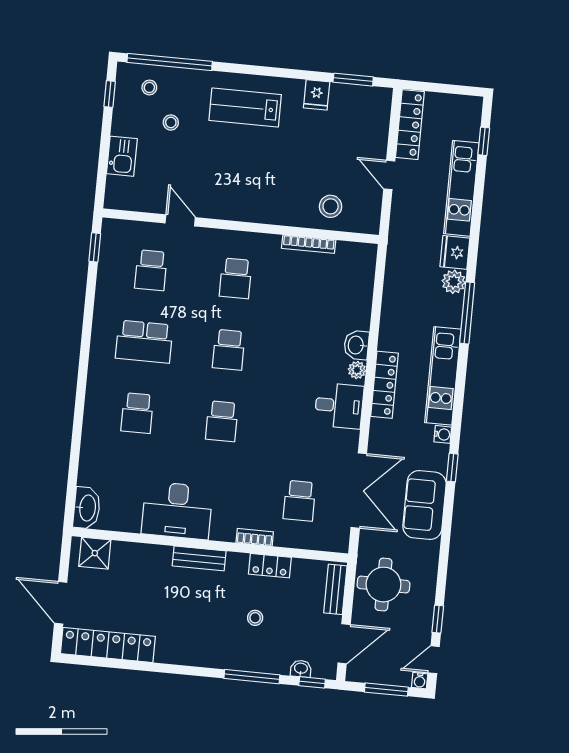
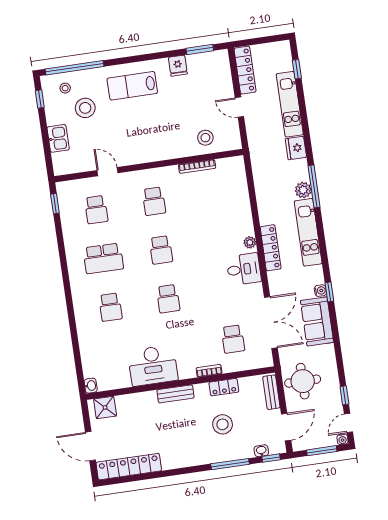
stool: (171, 122) -> (85, 108), width x1.89, depth x1.89
plant: (454, 282) -> (303, 190), moved
washbasin: (356, 345) -> (245, 226), removed
water cooler: (443, 434) -> (320, 291), moved
washbasin: (87, 508) -> (91, 386), width x0.52, depth x0.69
stool: (255, 618) -> (223, 424), width x1.89, depth x1.89

